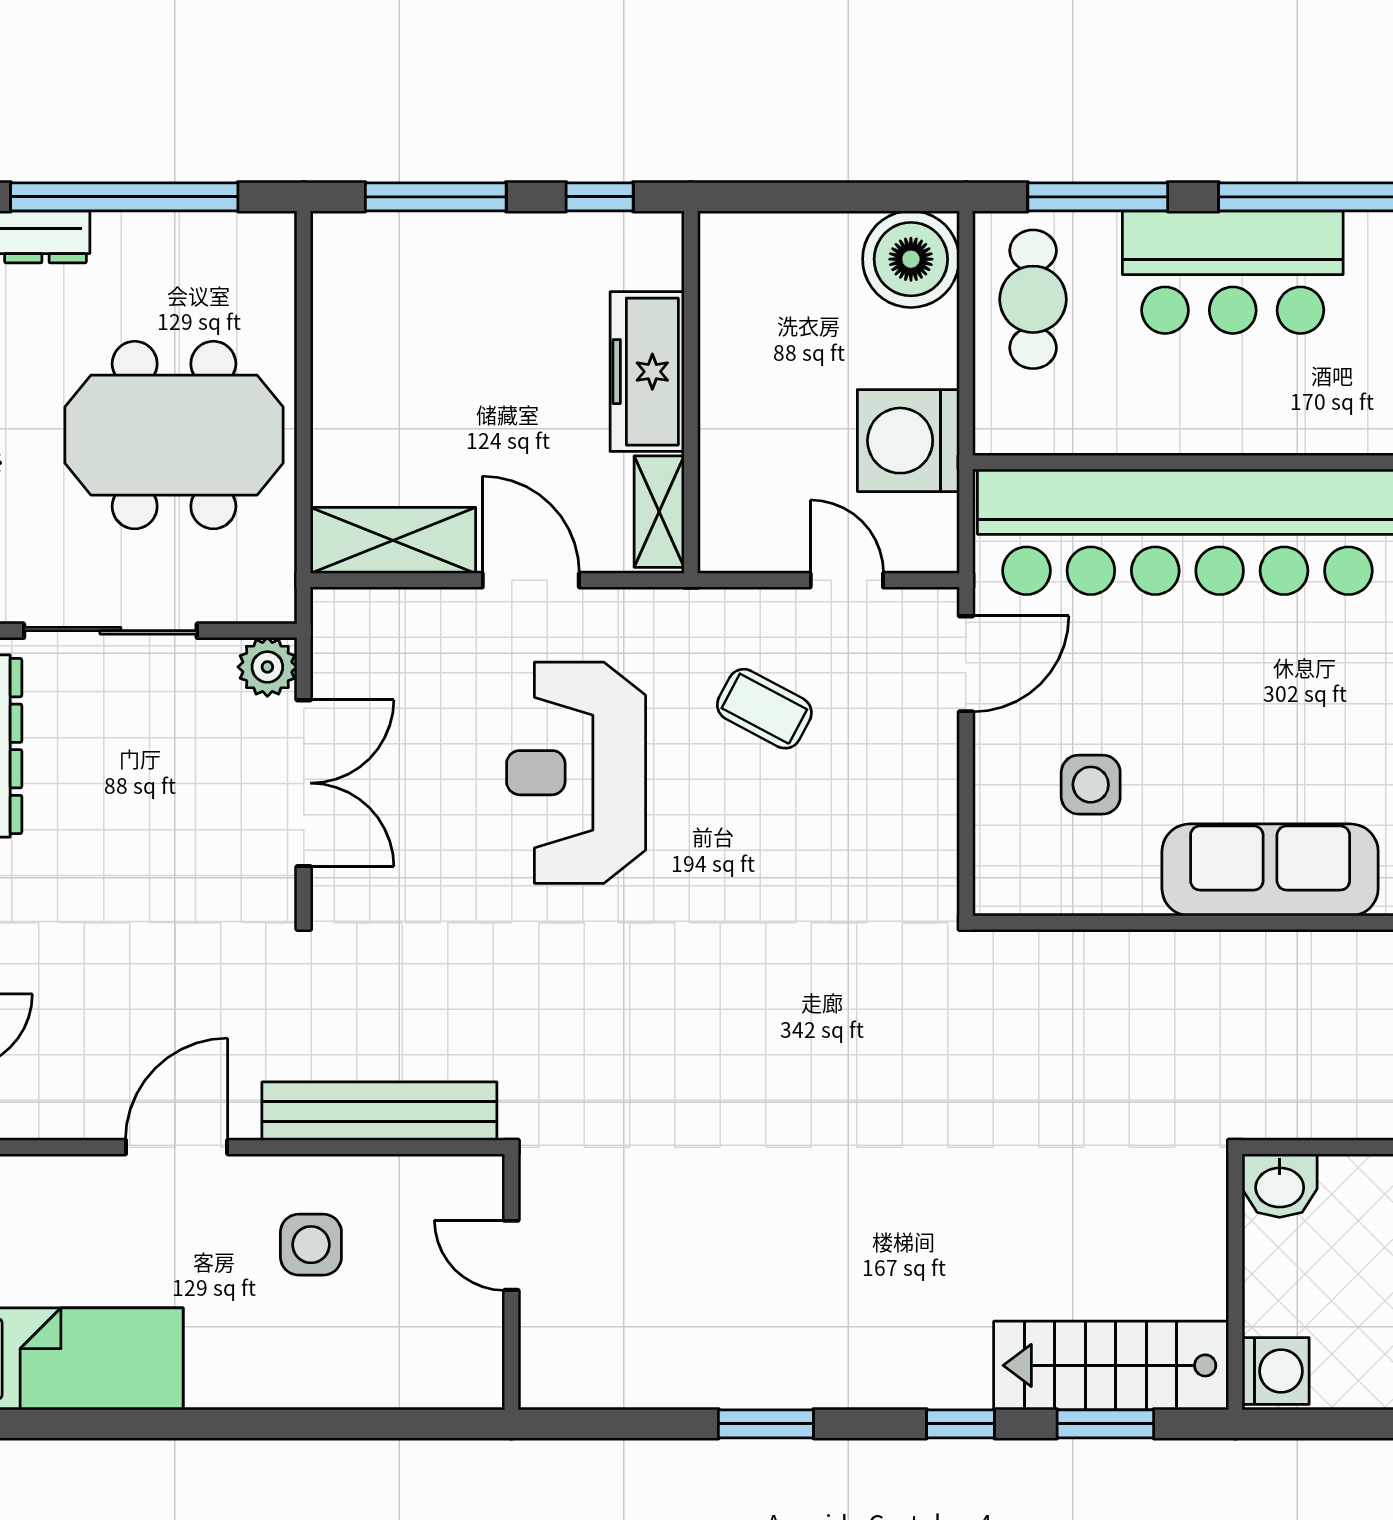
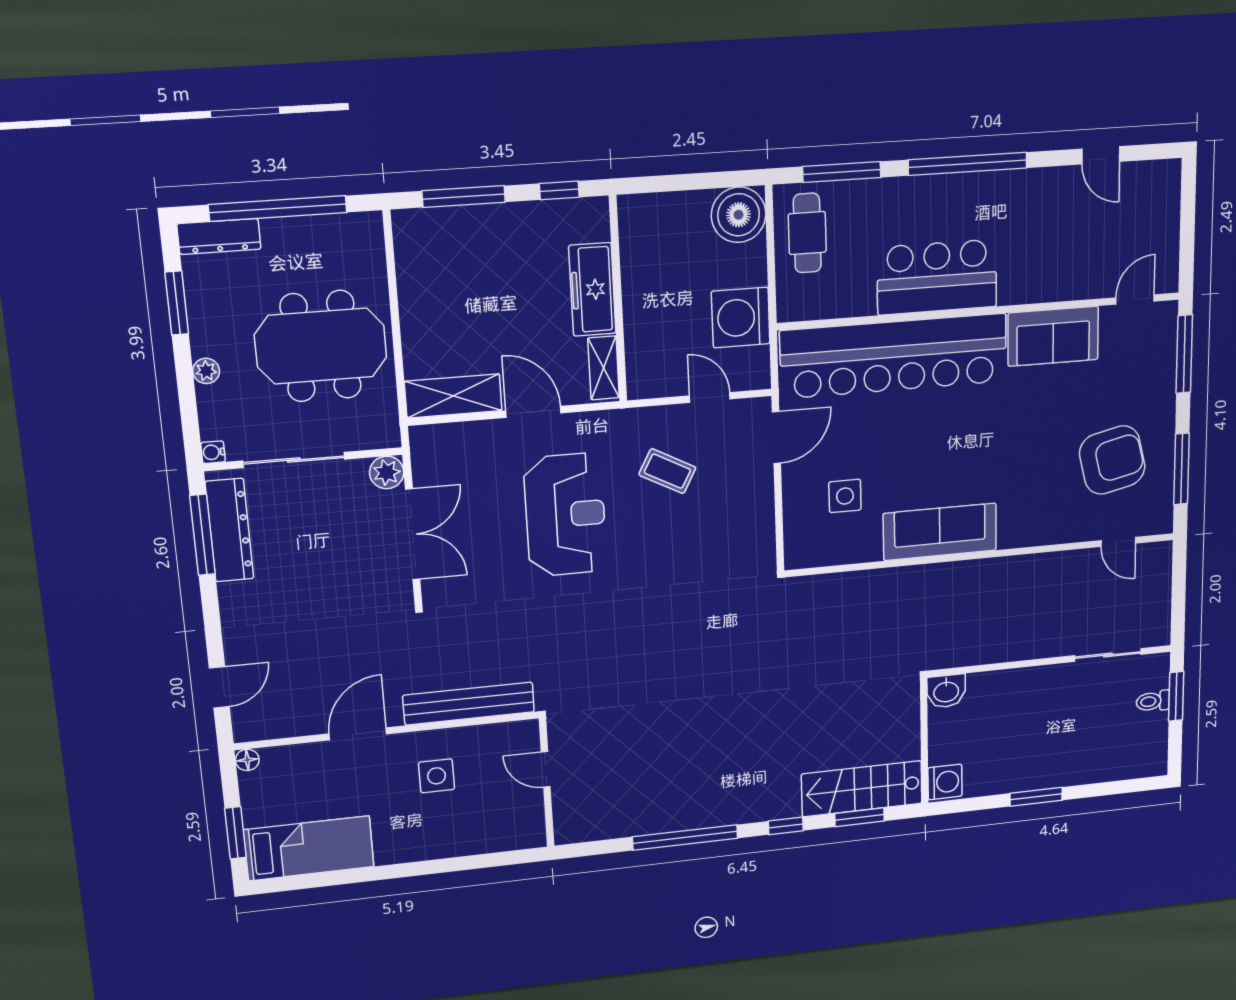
bar counter: (1233, 272) -> (937, 277), moved, turned 180
reception desk: (576, 773) -> (565, 515), turned 180
window: (766, 1424) -> (685, 838), width x2.11

